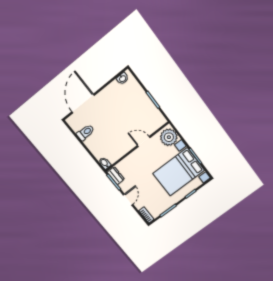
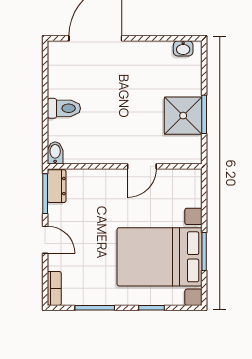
shower: (144, 107) -> (183, 116), added
toilet: (85, 132) -> (64, 108), moved
plant: (169, 137) -> (185, 190), removed
door: (144, 142) -> (142, 166), swing flipped
door: (128, 200) -> (45, 240), hinge flipped

